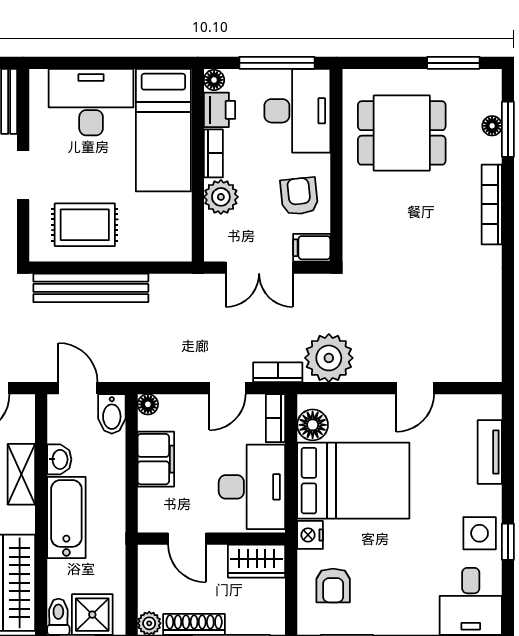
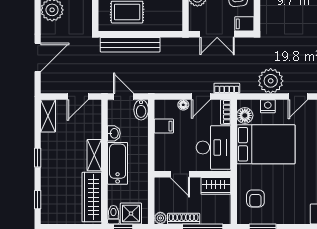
plant: (329, 358) -> (271, 81), moved
floor lamp: (148, 404) -> (183, 105), moved
filing cabinet: (156, 459) -> (164, 126), width x0.50
shelving: (21, 474) -> (94, 155), moved
nightstand: (310, 535) -> (268, 106), moved, turned 90

